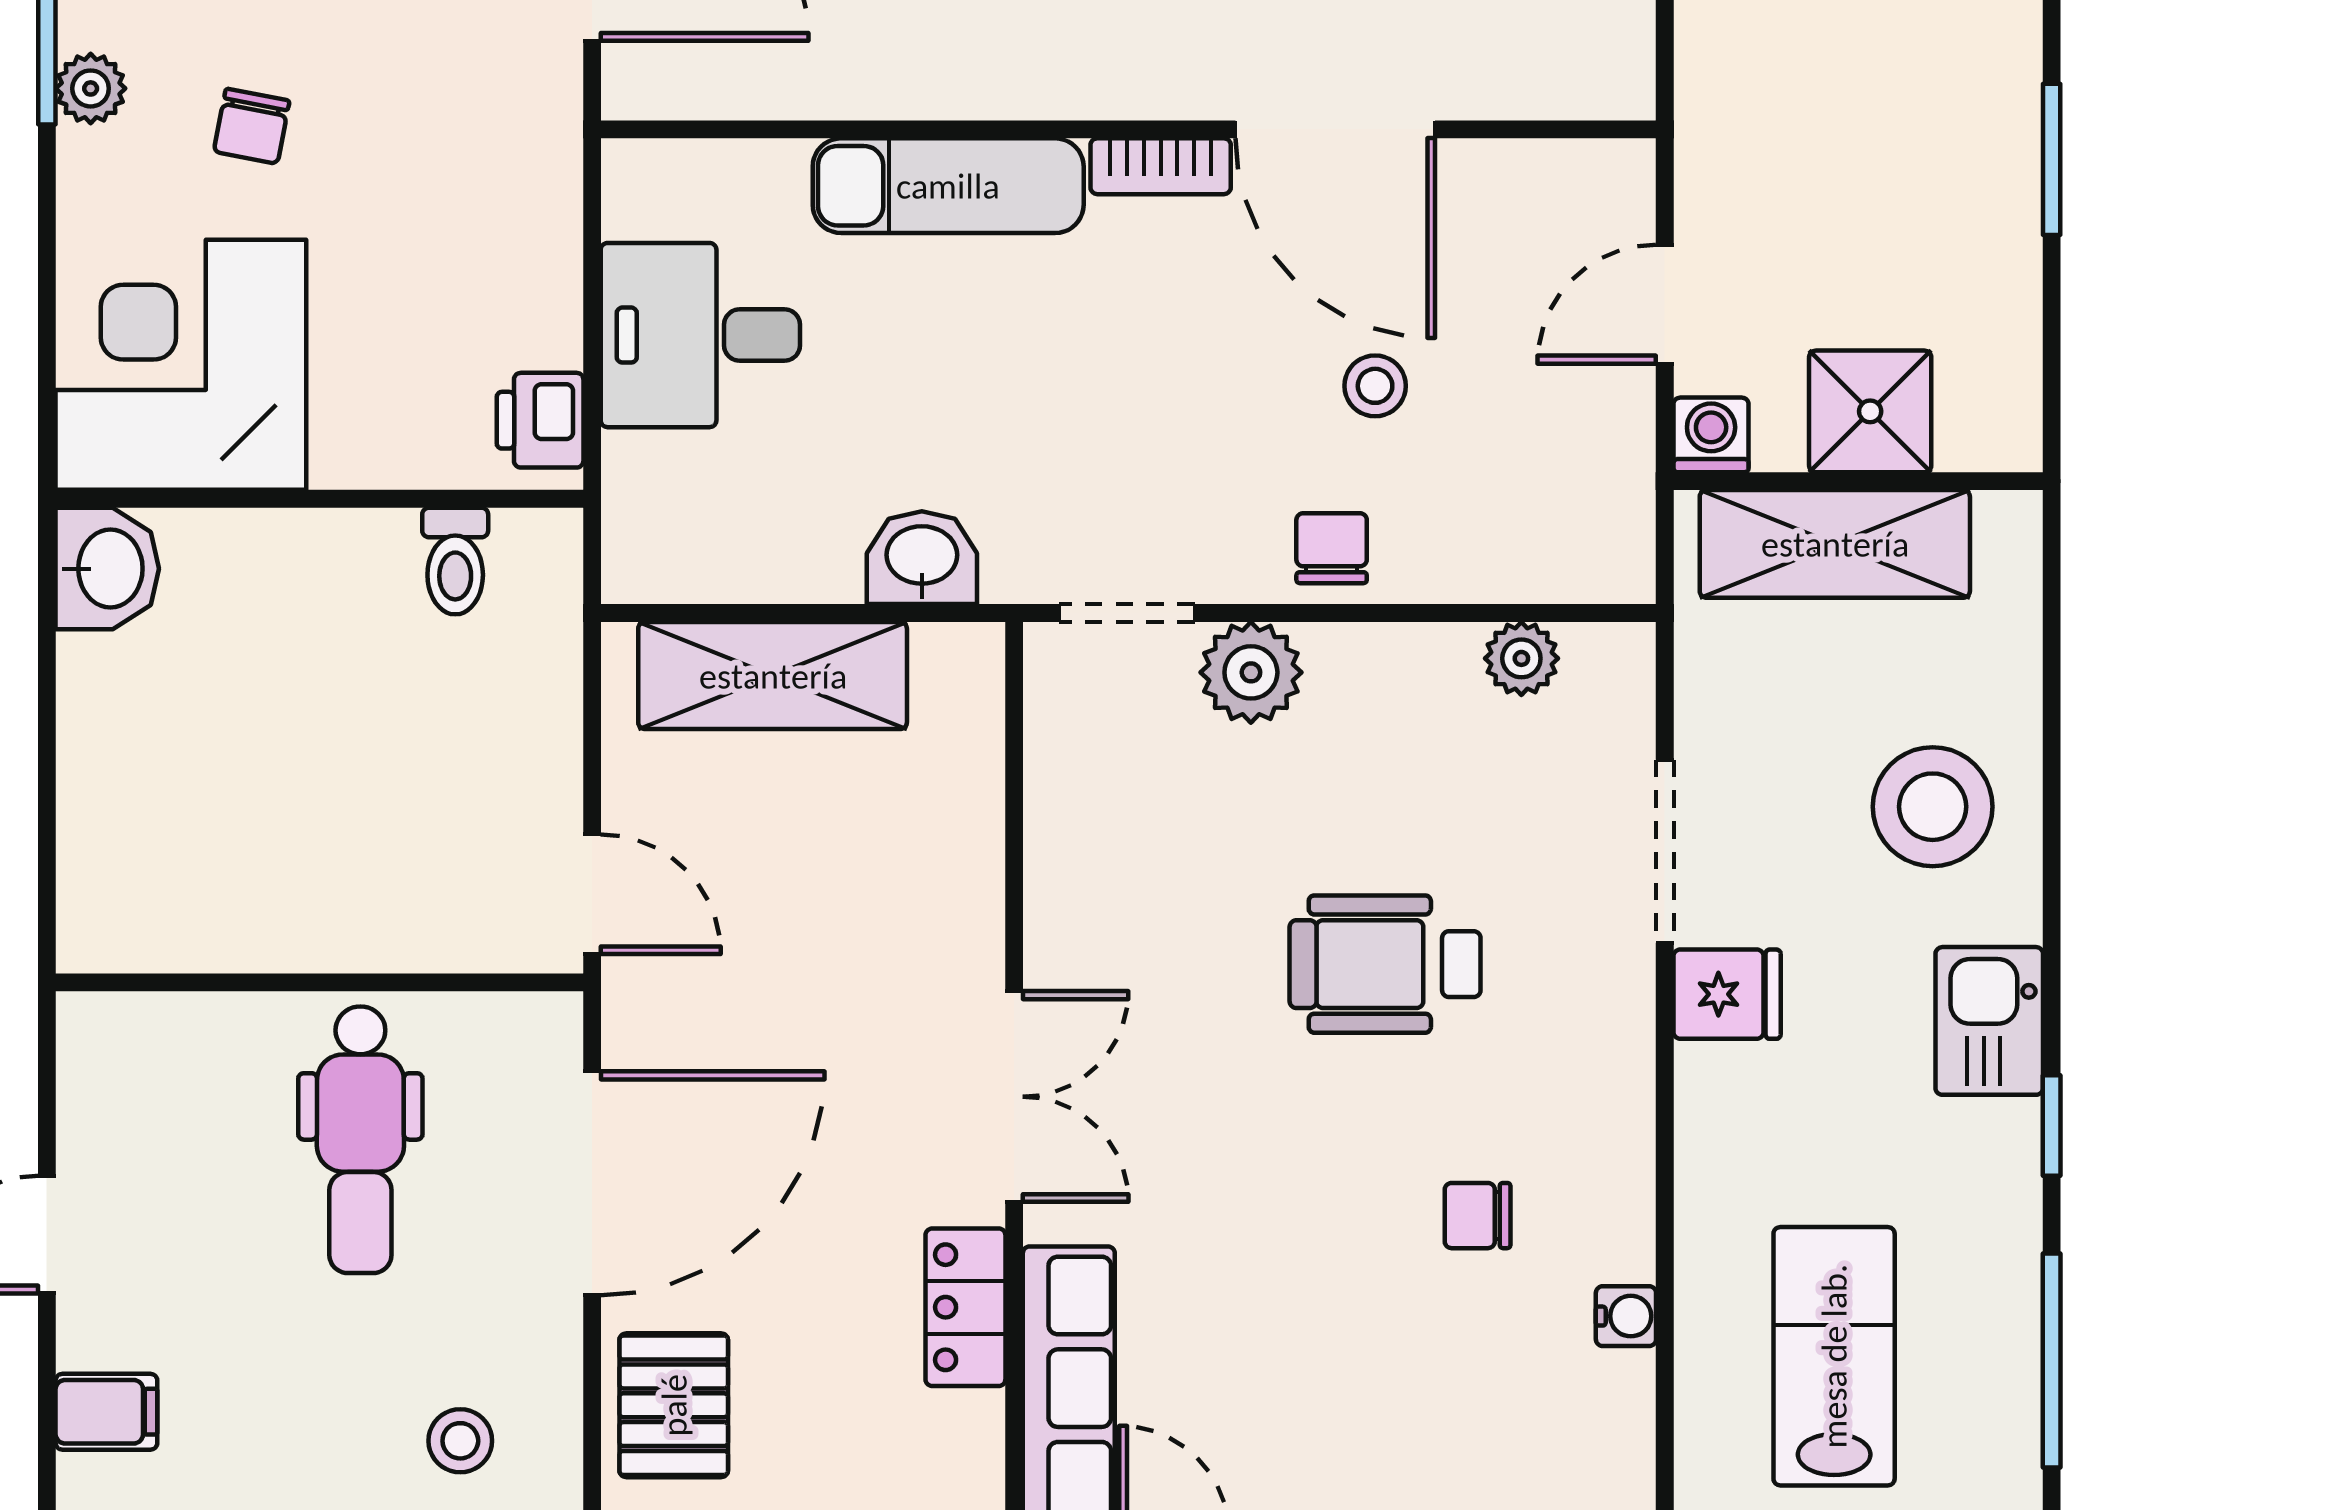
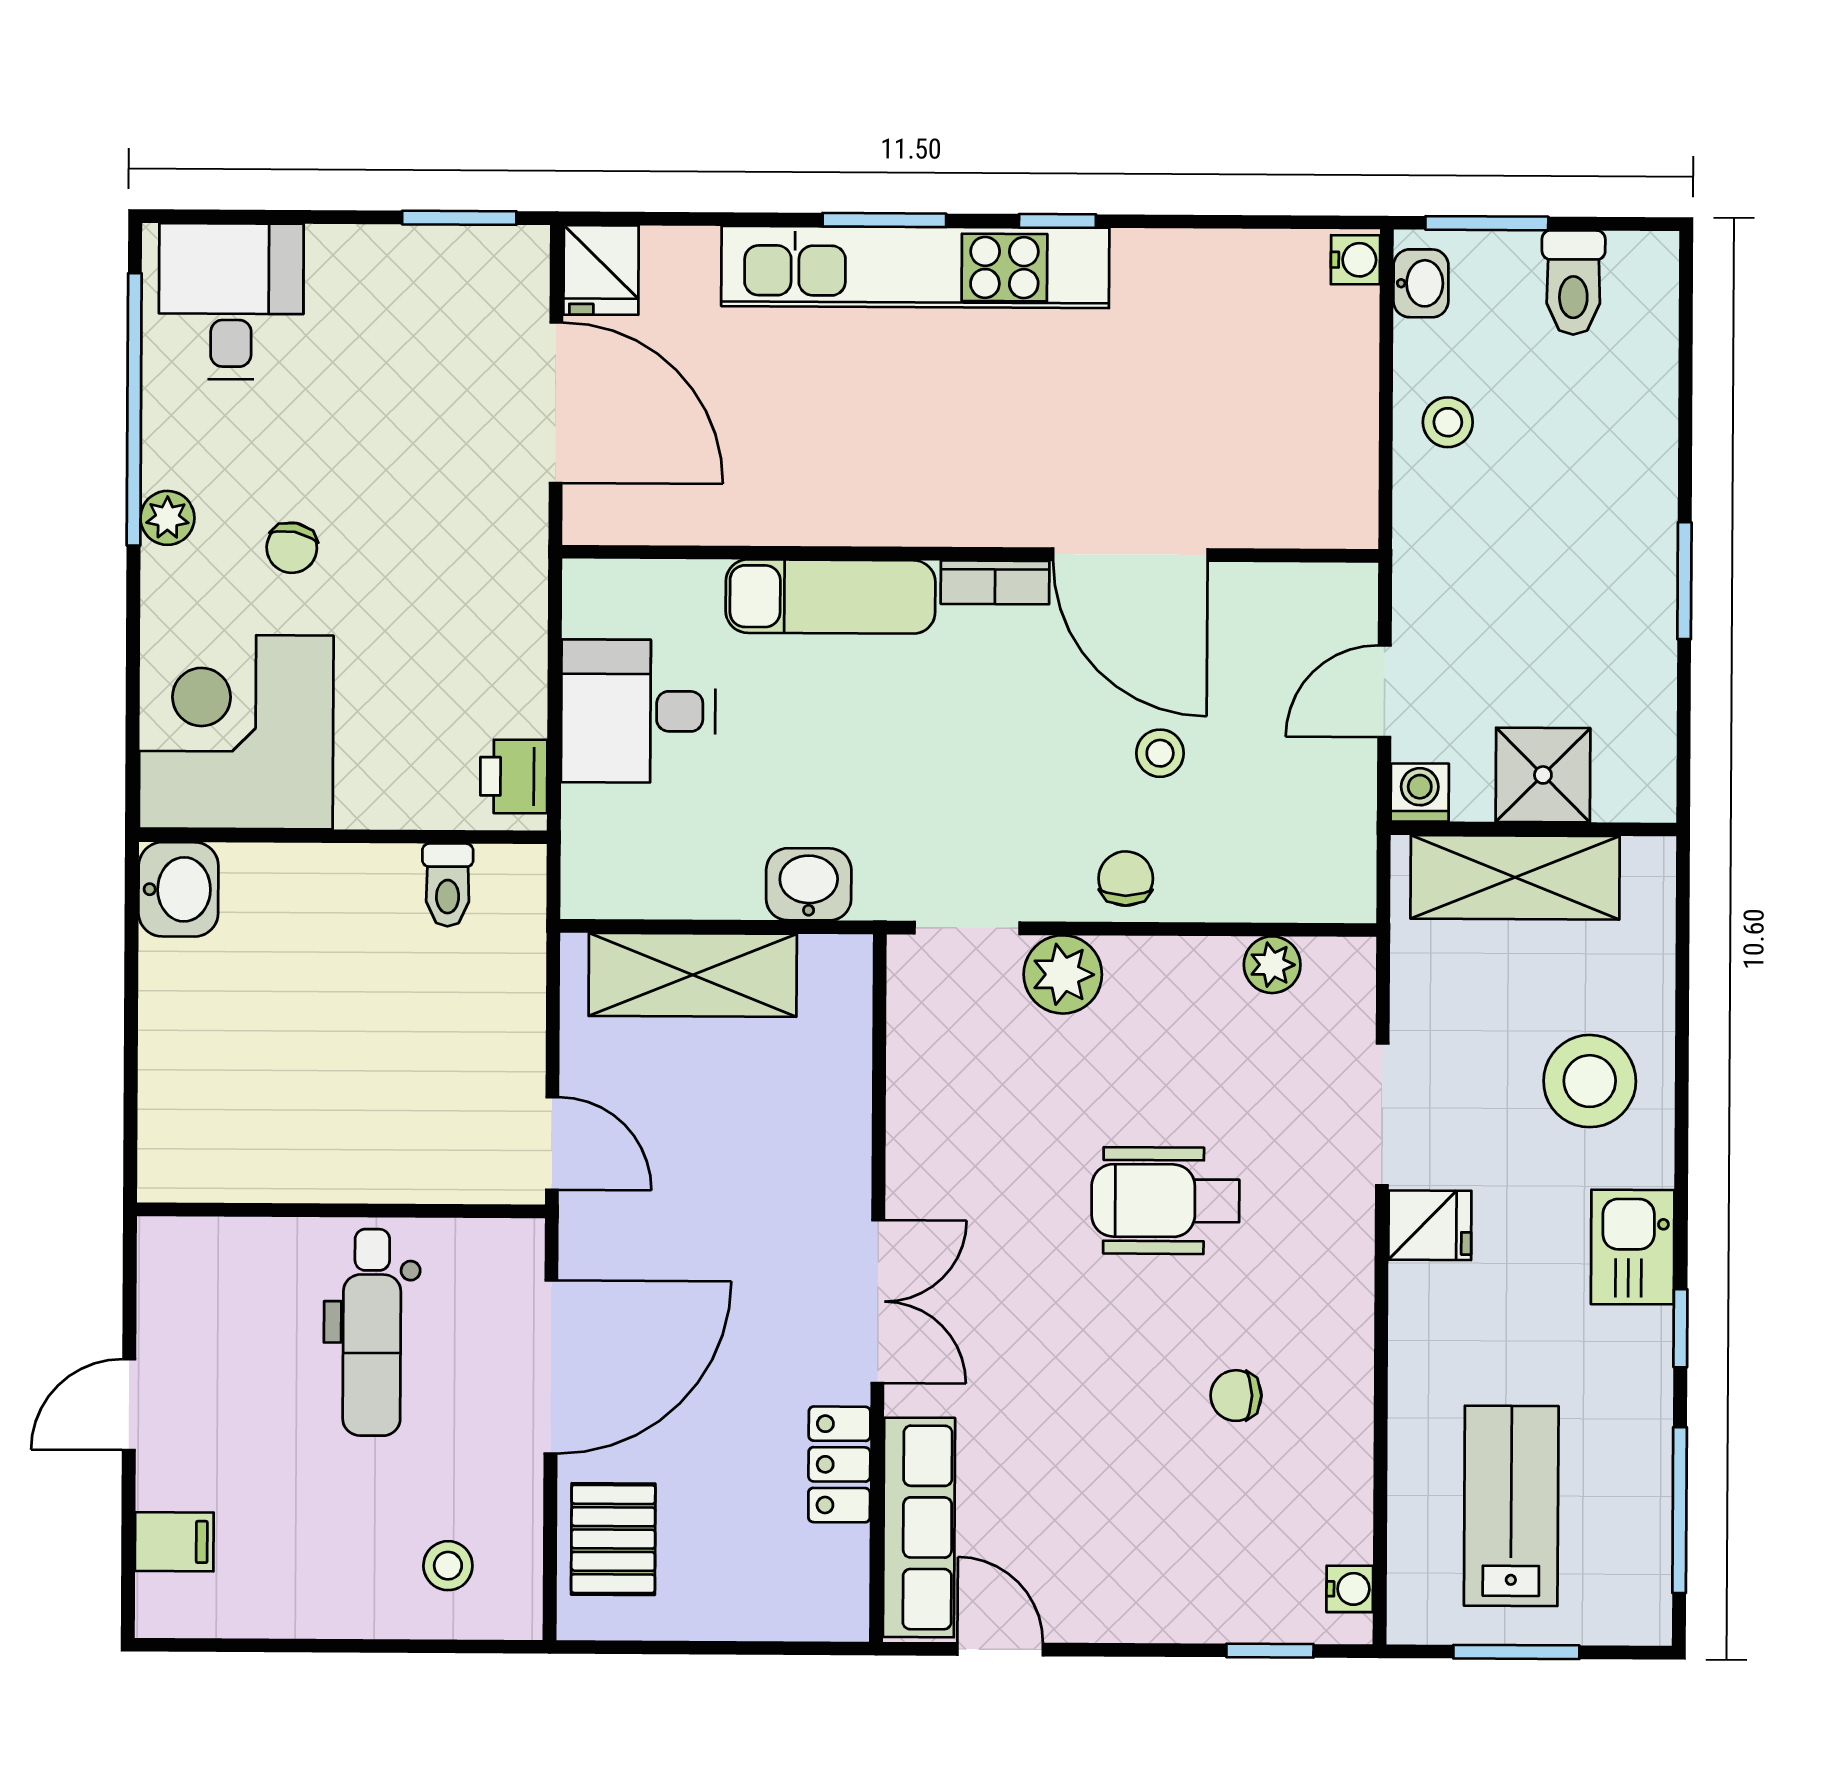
water cooler: (1626, 1316) -> (1350, 1589), moved

